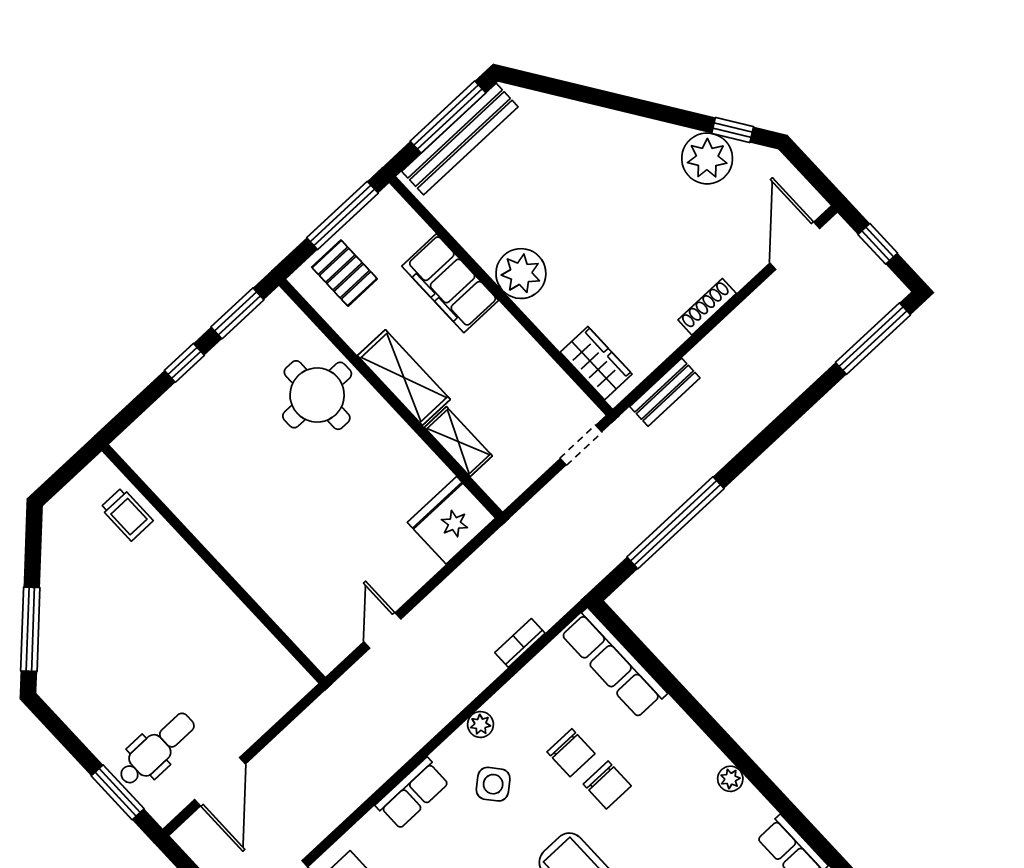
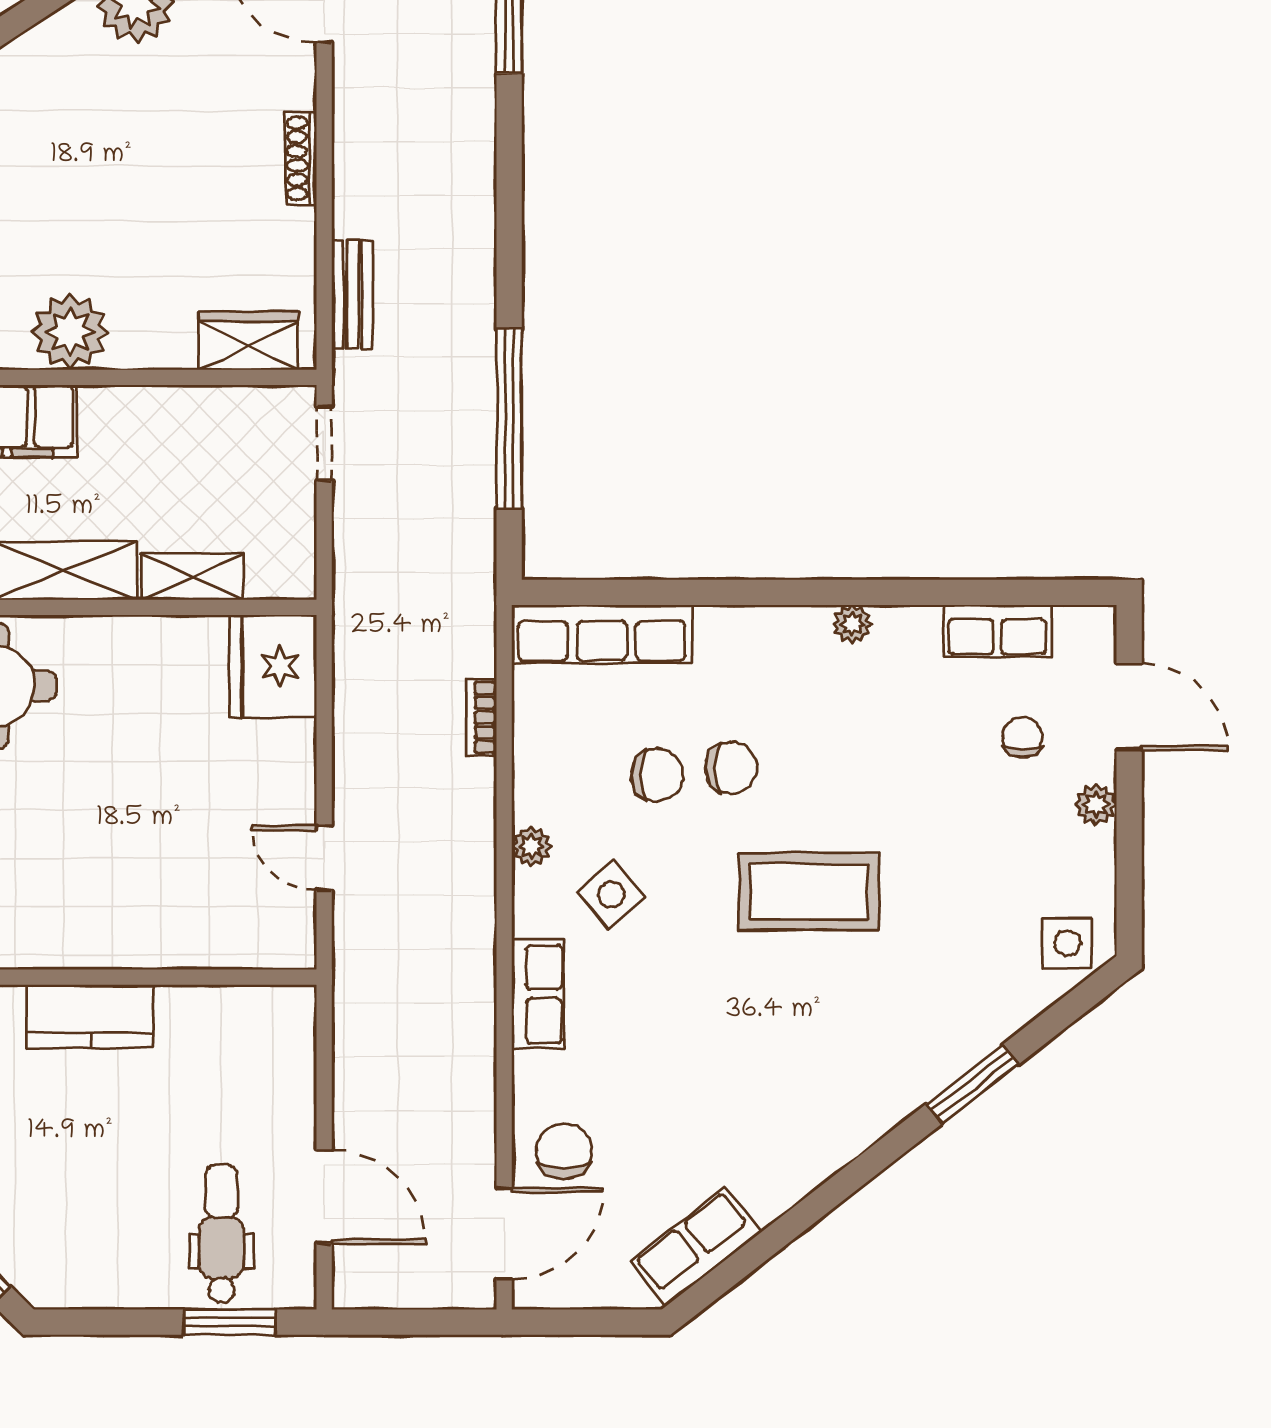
kitchen counter: (202, 589) -> (90, 1016), added

